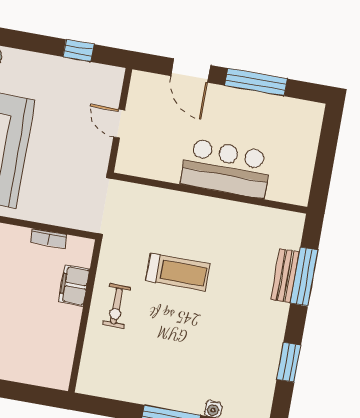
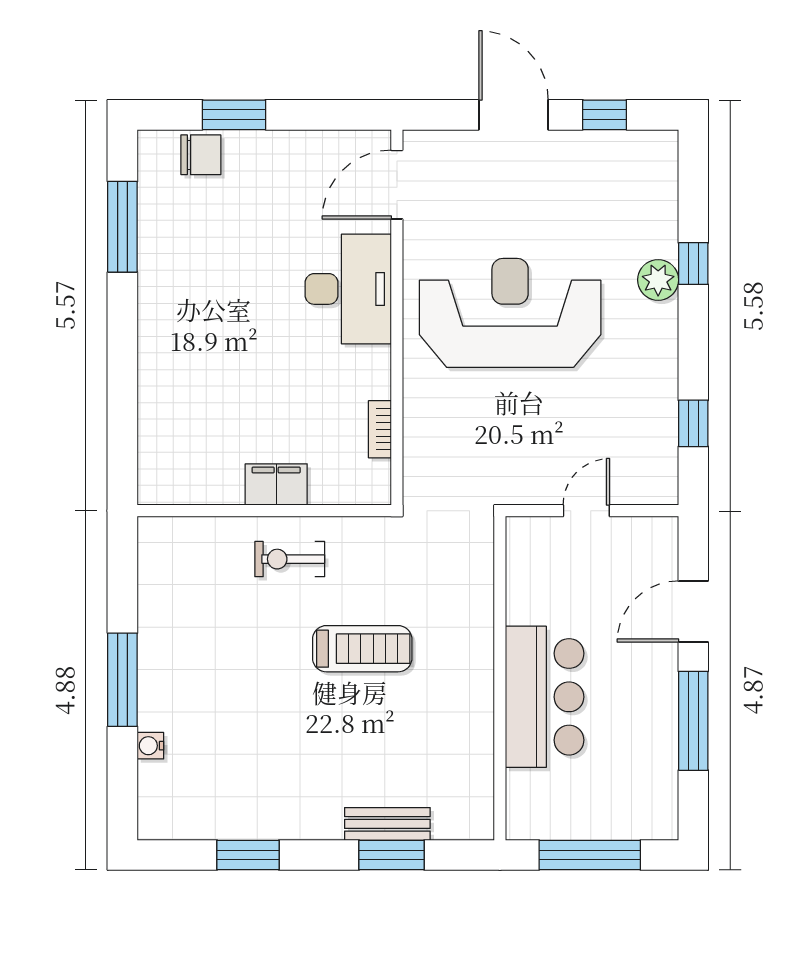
window: (325, 158) -> (590, 855), added
treadmill: (178, 272) -> (362, 649), turned -90
window: (304, 277) -> (392, 855), width x0.69
filing cabinet: (74, 285) -> (276, 484), moved

